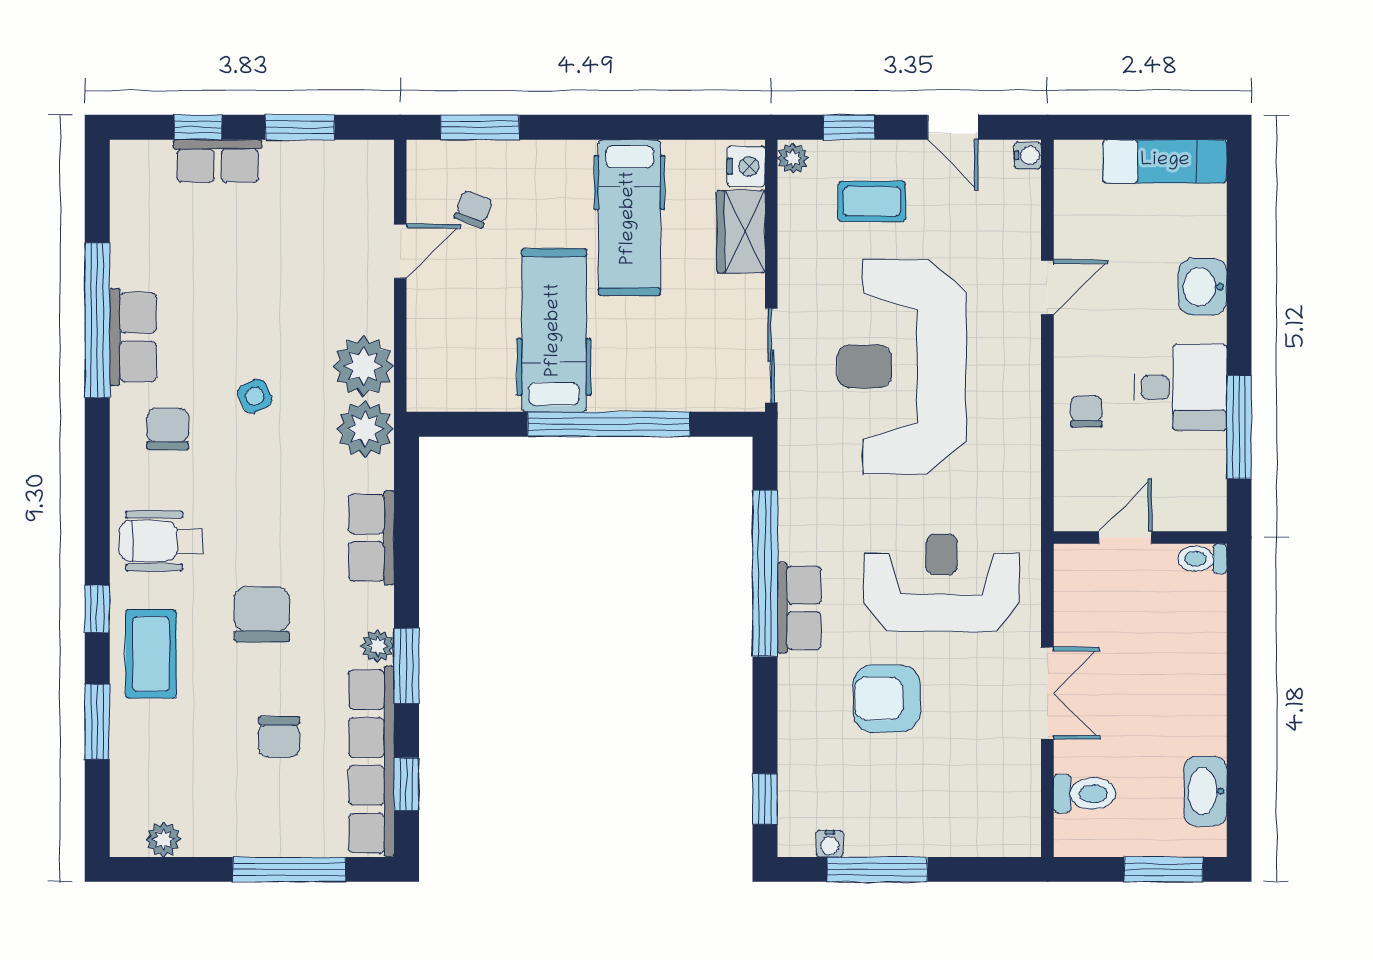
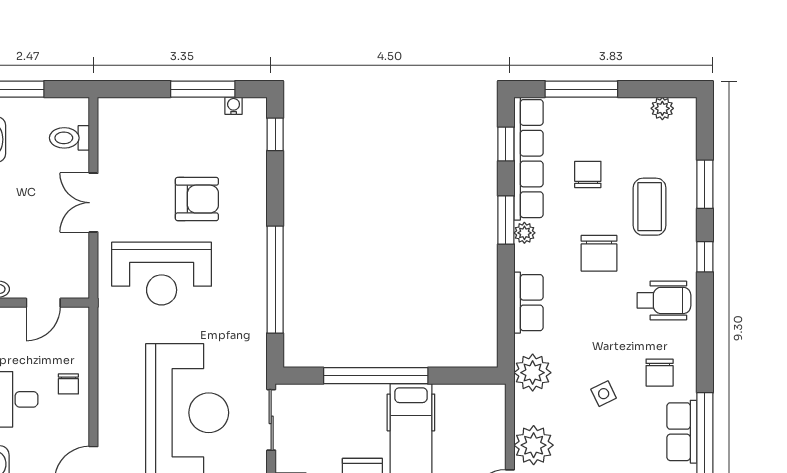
plant: (363, 366) -> (534, 445), moved
row of seats: (799, 608) -> (253, 257), removed
coffee table: (151, 654) -> (650, 207), moved

